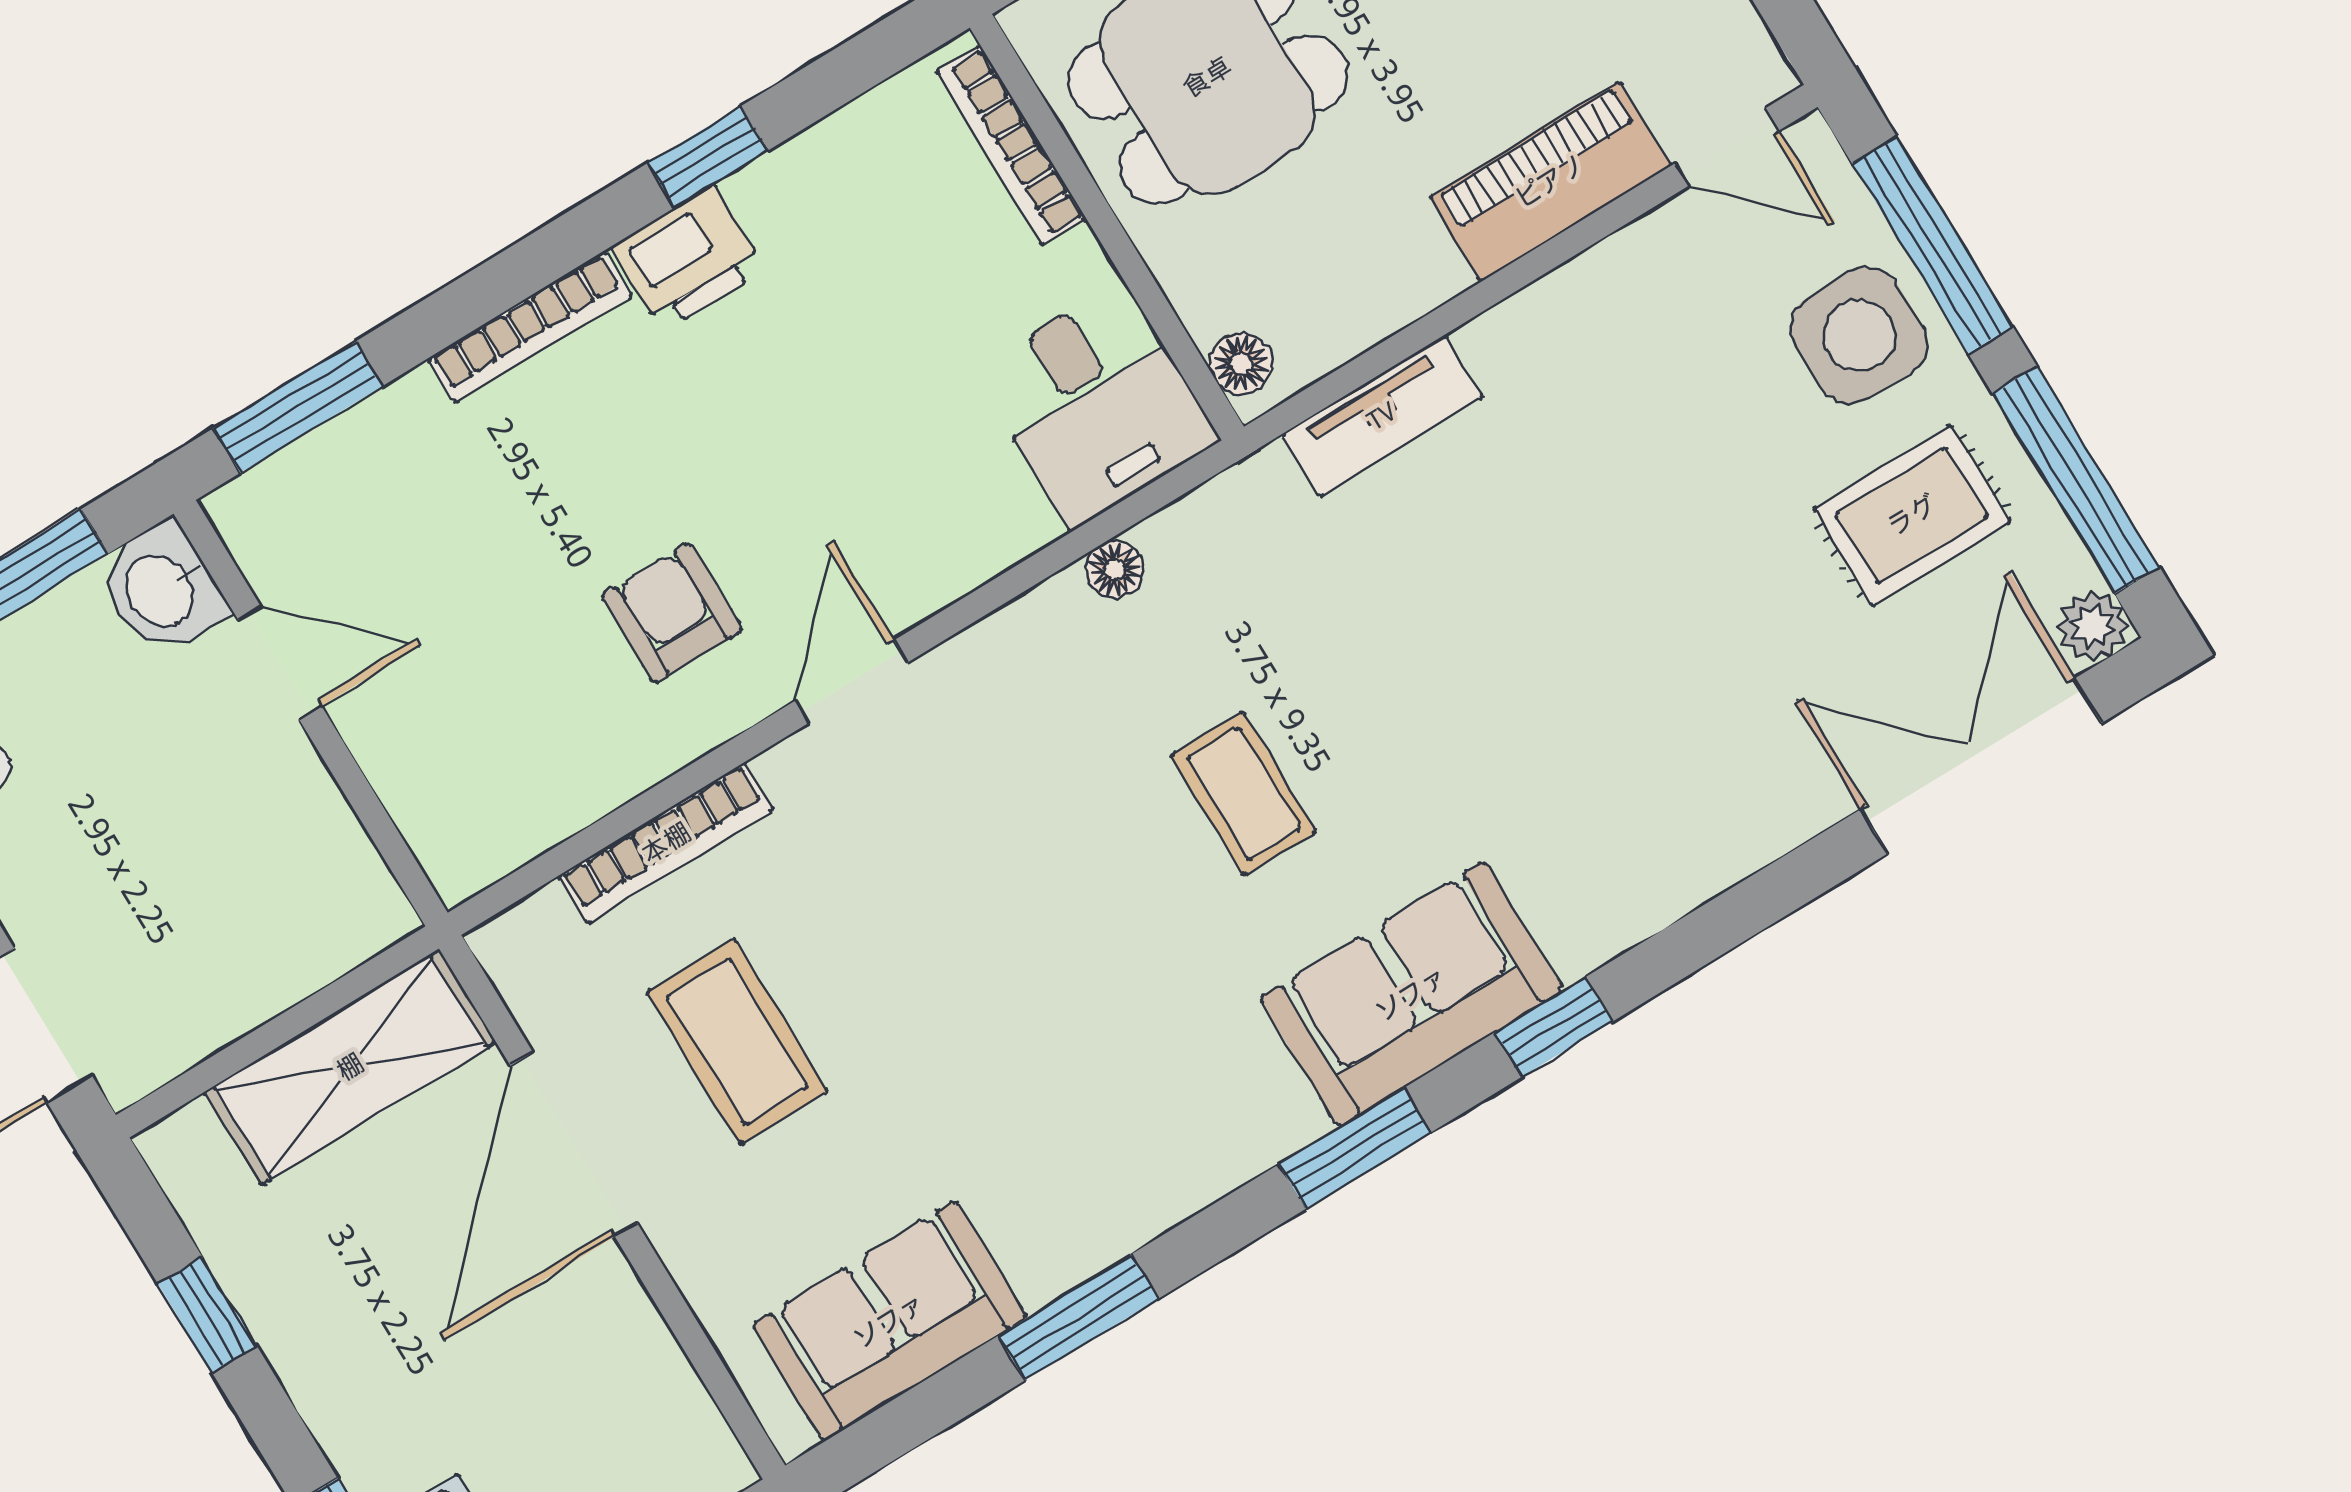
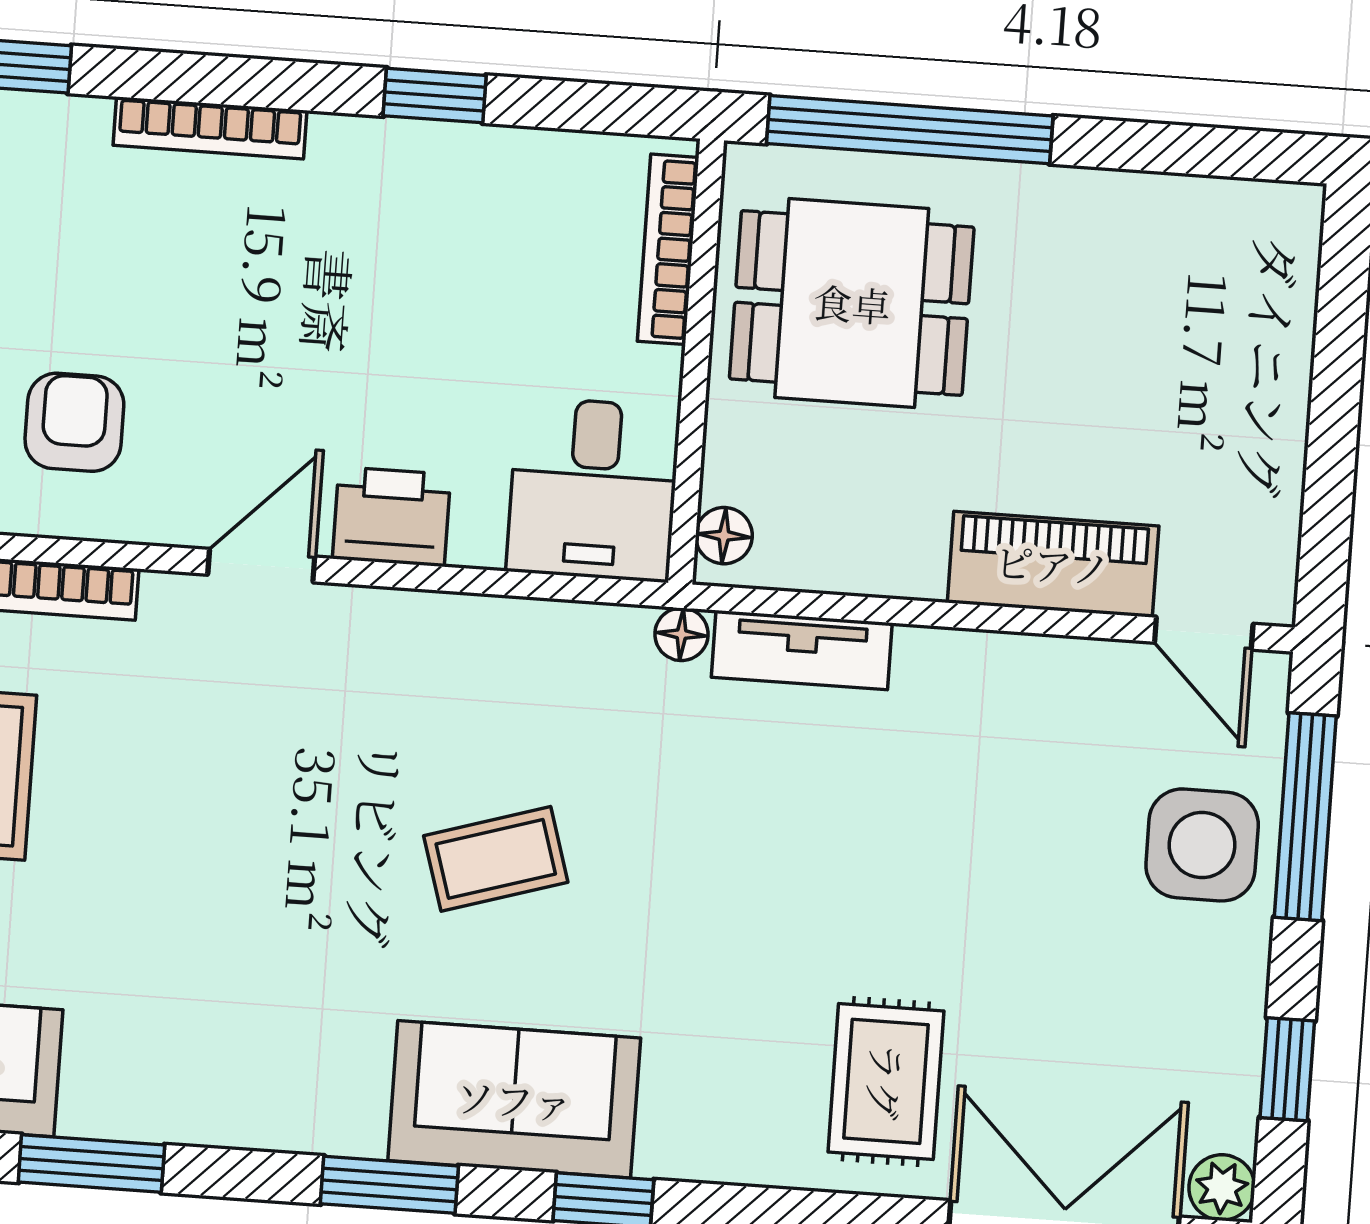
printer: (688, 258) -> (392, 517), moved, turned 180
window: (2076, 480) -> (1287, 1069), width x0.46
rug: (1912, 515) -> (886, 1081), moved, turned 90
floor lamp: (1115, 570) -> (681, 634), moved
armchair: (672, 613) -> (74, 422), moved
coffee table: (1243, 793) -> (496, 859), turned 73

